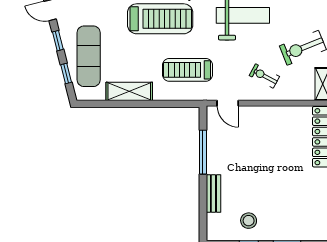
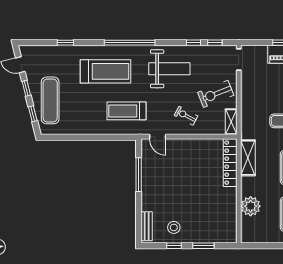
shelving: (129, 91) -> (82, 128), removed
bench: (213, 194) -> (147, 226), moved

